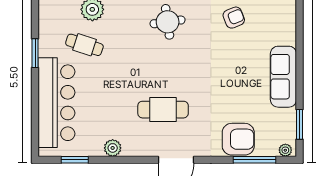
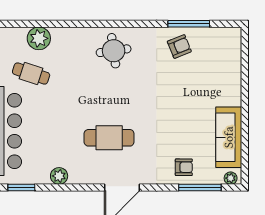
sofa: (283, 77) -> (229, 137), moved
window: (300, 124) -> (245, 153), removed
armchair: (238, 139) -> (184, 167), width x0.53, depth x0.53

